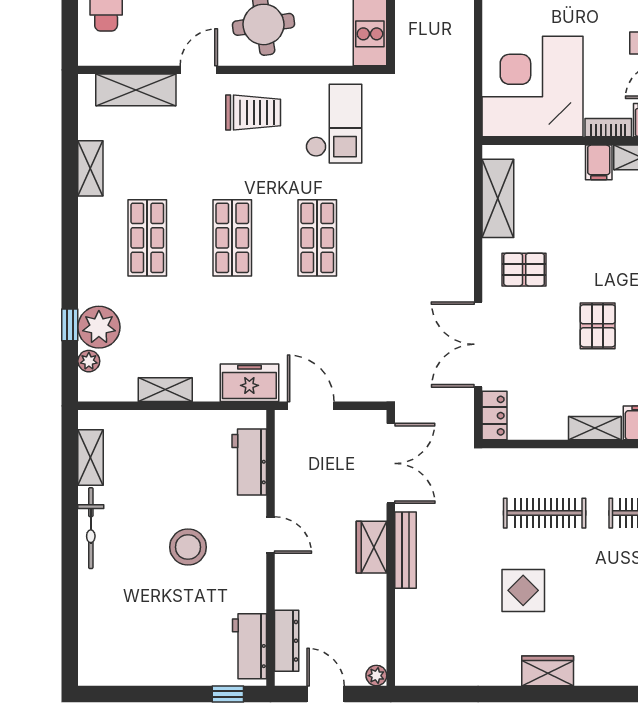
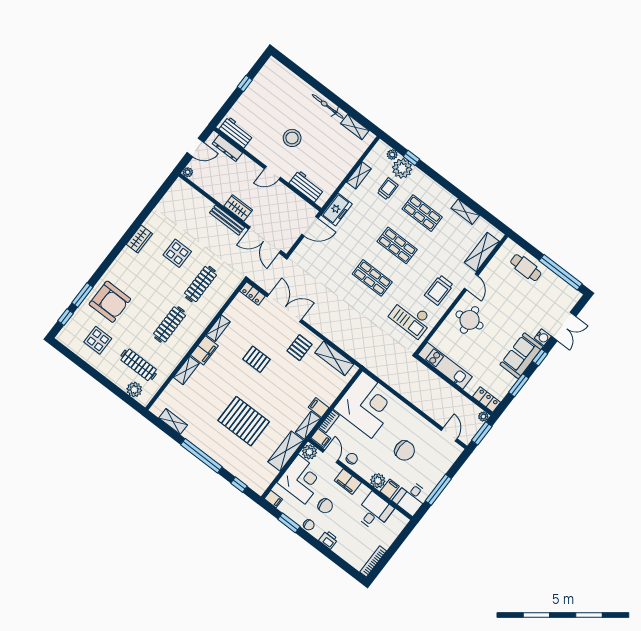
trolley: (151, 325) -> (388, 189), added
window: (228, 694) -> (245, 83), moved

